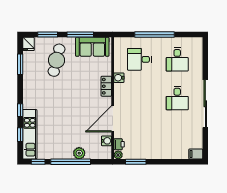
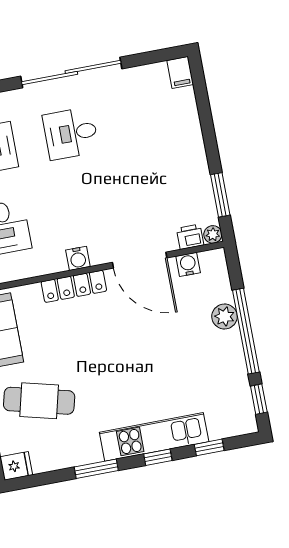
window: (20, 64) -> (96, 469), moved
water cooler: (119, 78) -> (78, 258), moved
locker: (106, 86) -> (74, 286), width x1.53
desk: (177, 98) -> (71, 133), turned 180
kitchen unit: (30, 134) -> (154, 437), moved

